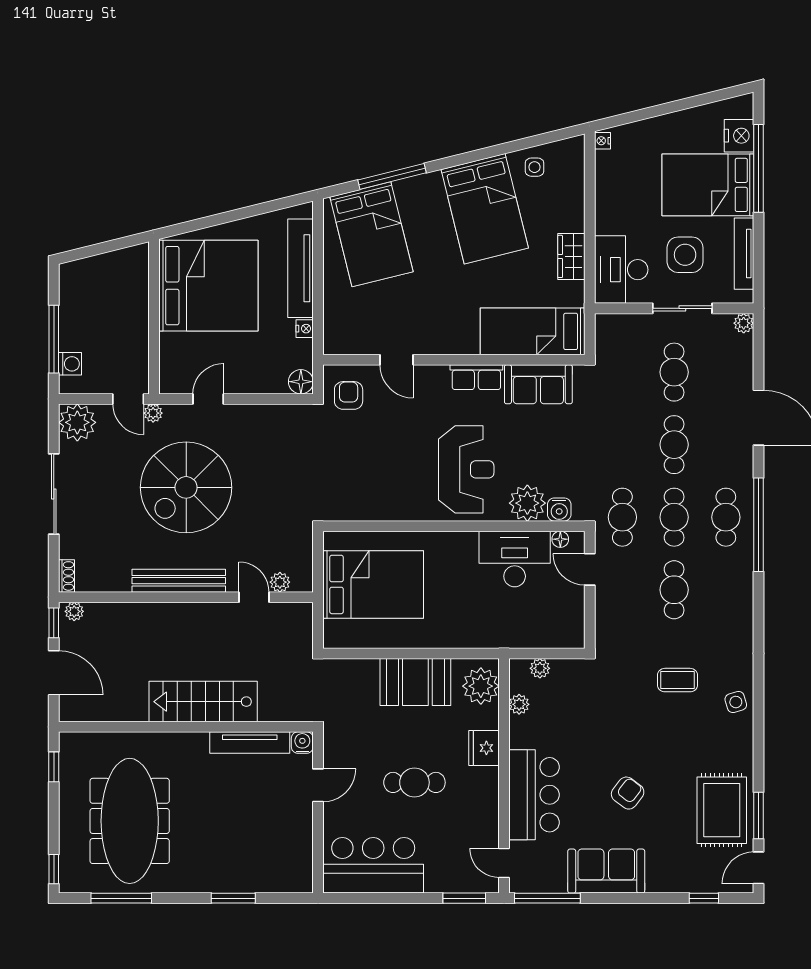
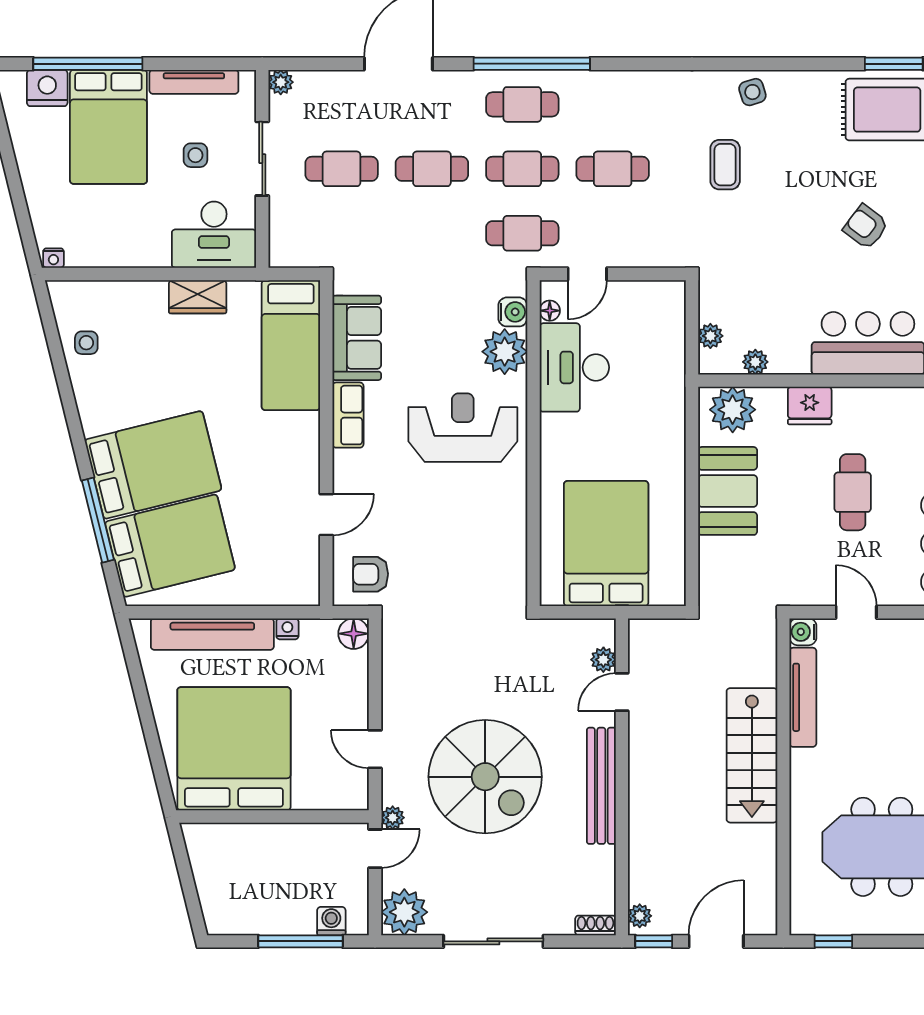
bed: (485, 209) -> (153, 465), moved
side table: (685, 255) -> (195, 155), width x0.54, depth x0.54

